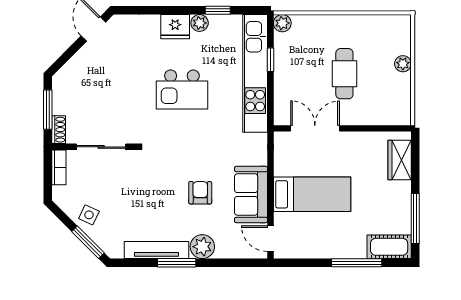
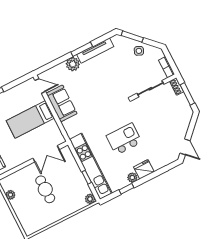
plant: (403, 64) -> (10, 195), moved
armchair: (200, 193) -> (88, 91), removed

